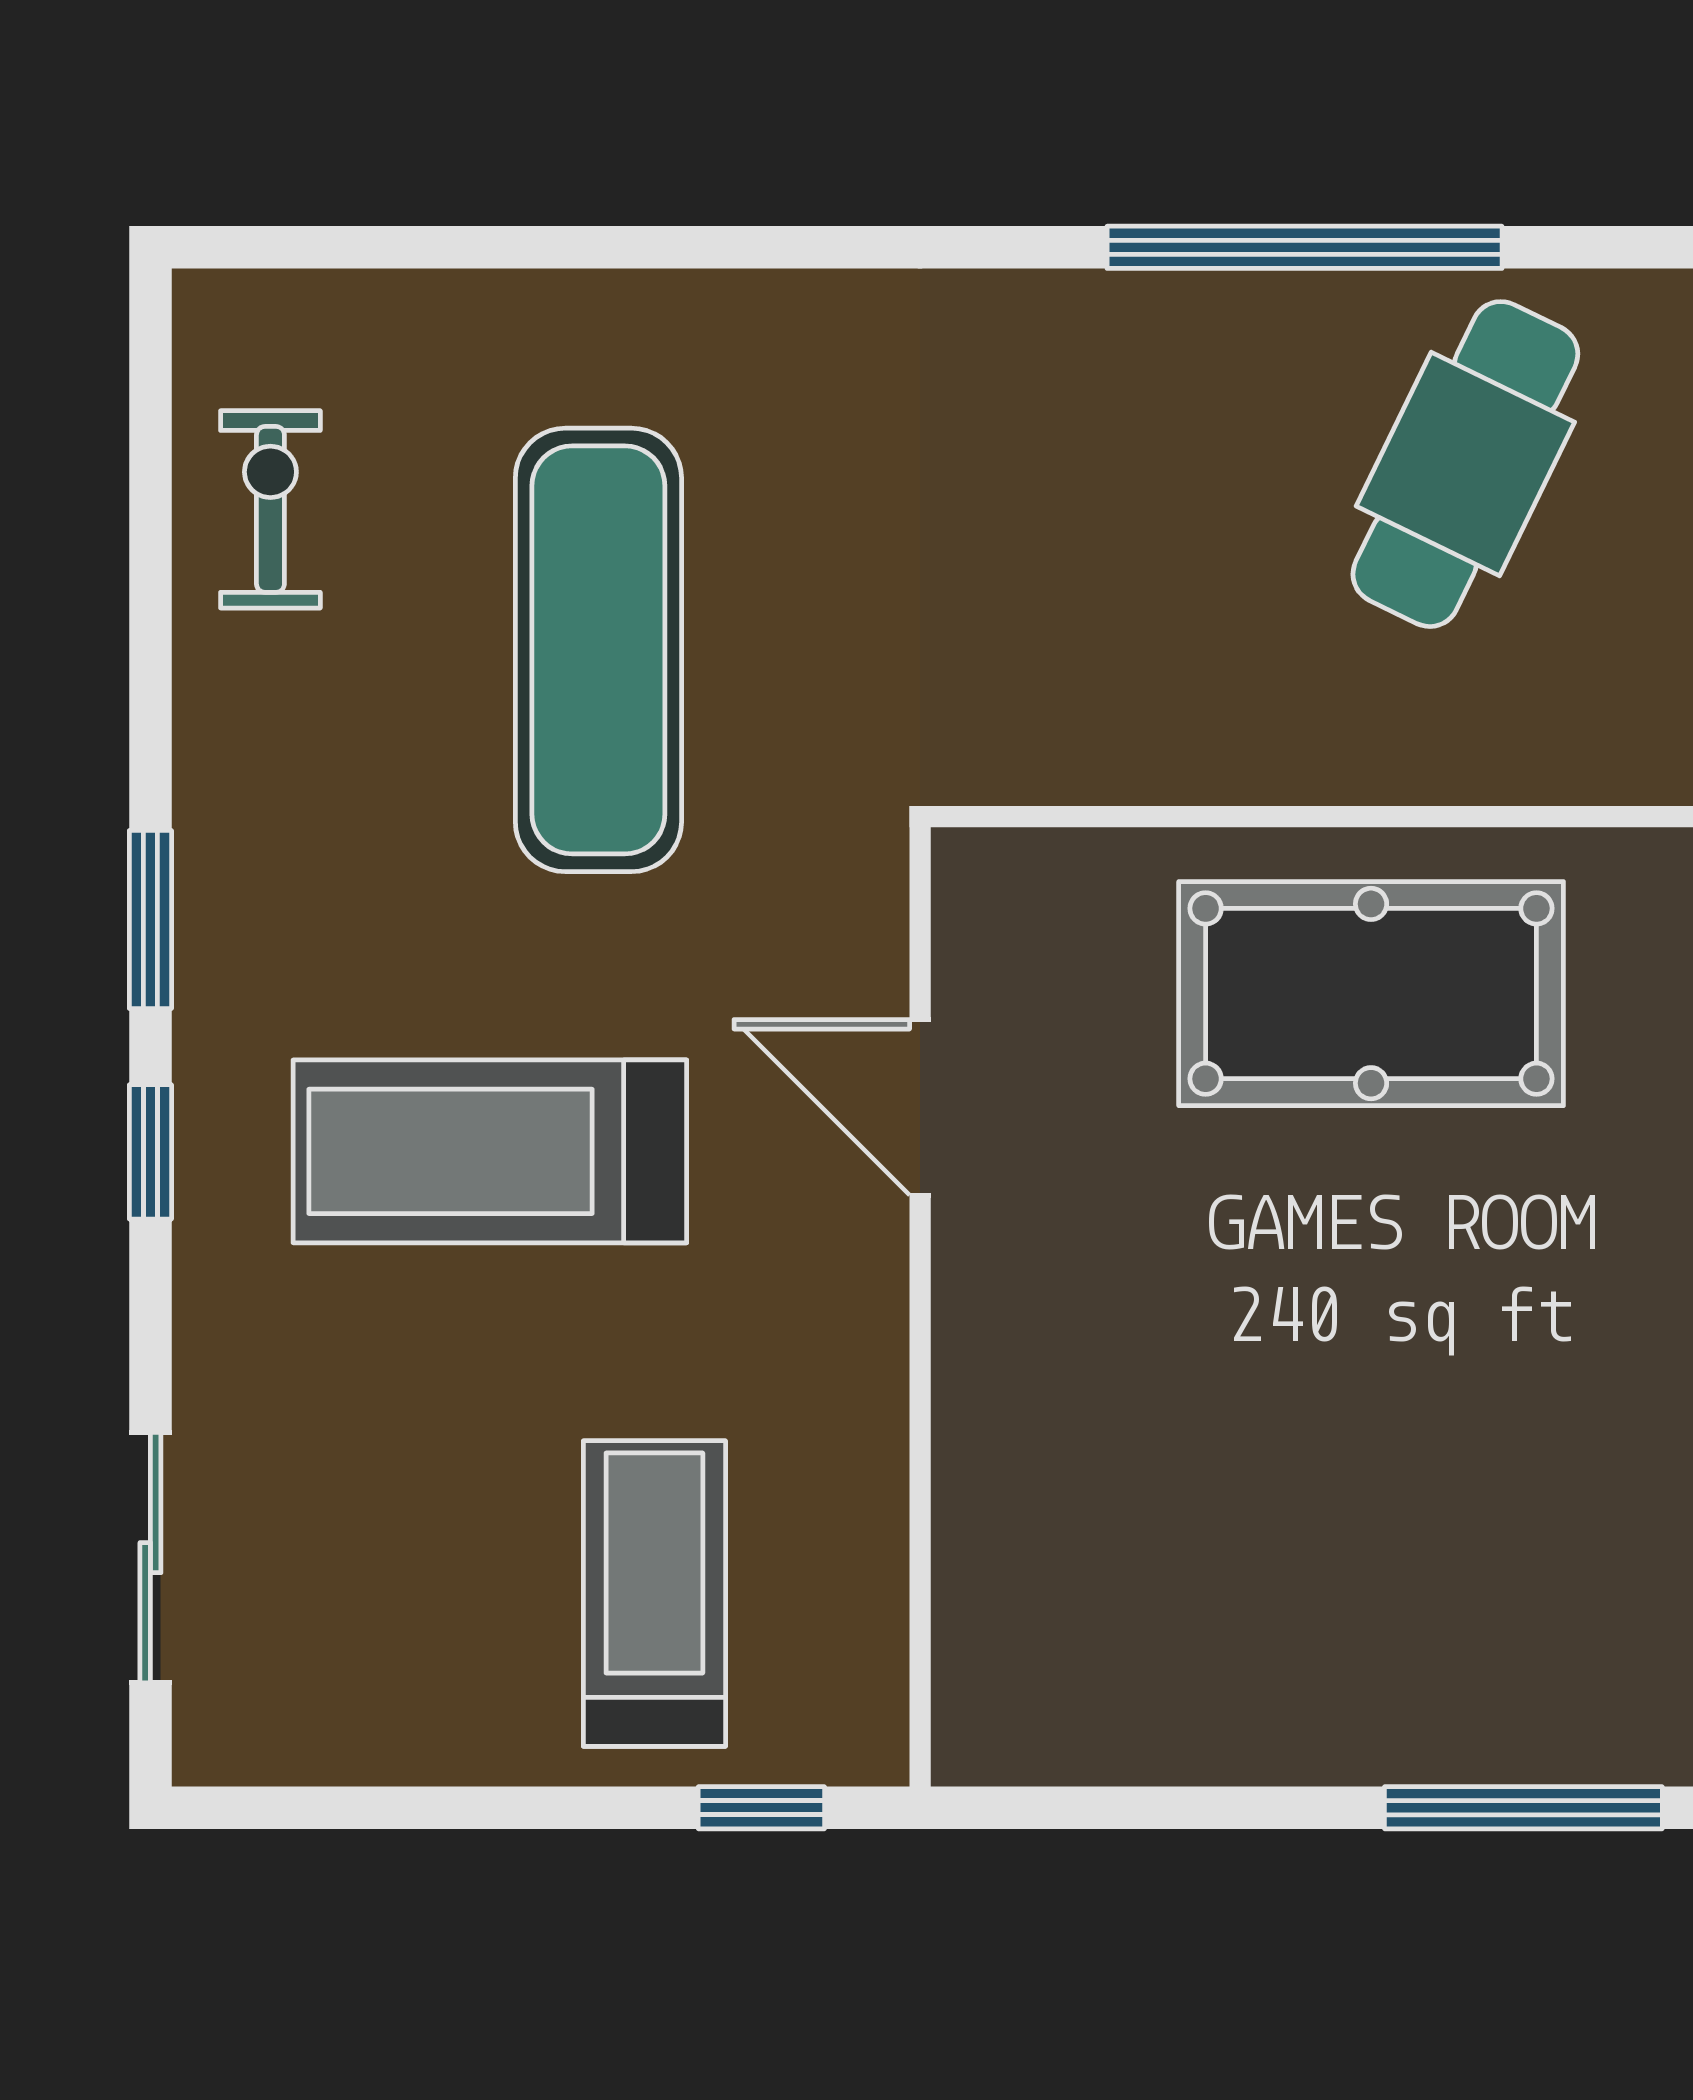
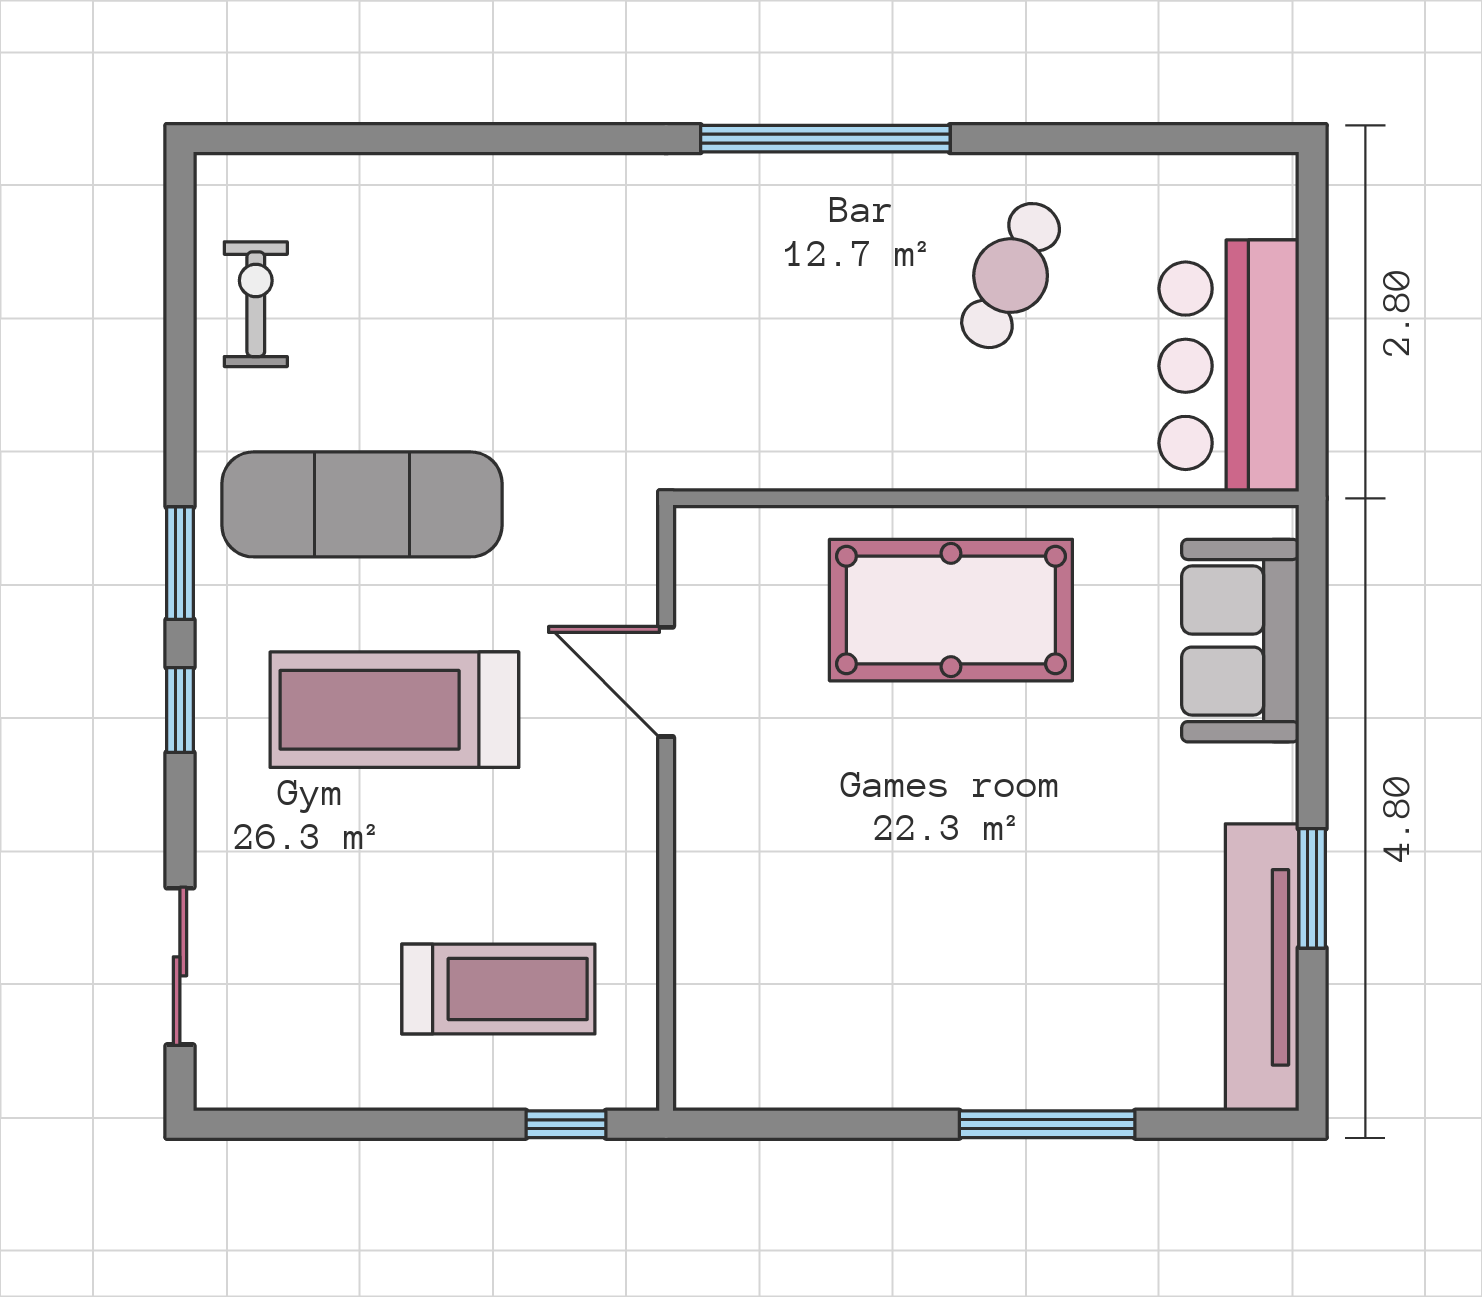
window: (1305, 247) -> (825, 139), moved
cafe table: (1465, 464) -> (1011, 276), width x0.73, depth x0.74
exercise mat: (598, 650) -> (362, 504), moved, turned 90
treadmill: (654, 1594) -> (498, 989), turned 90

